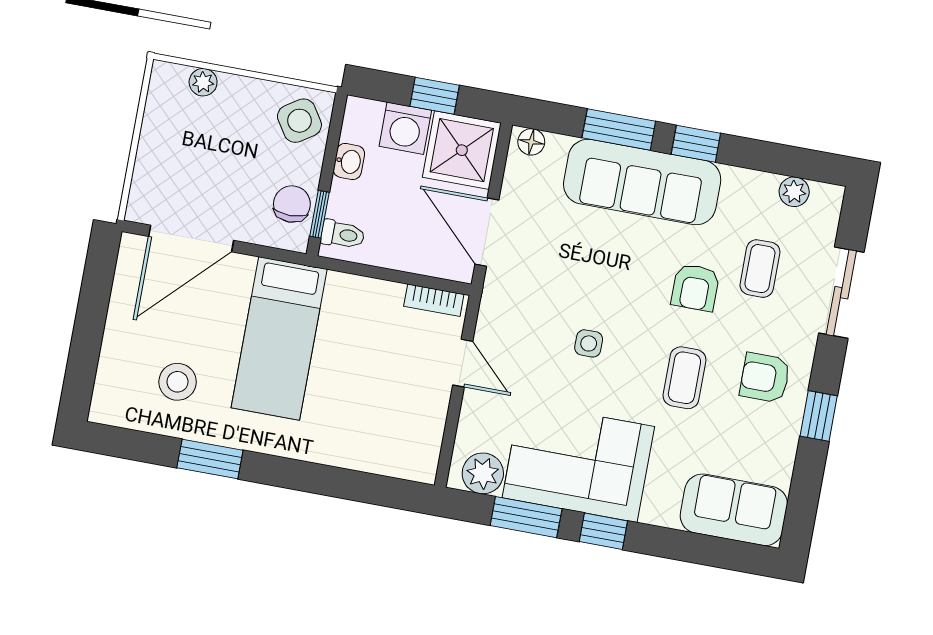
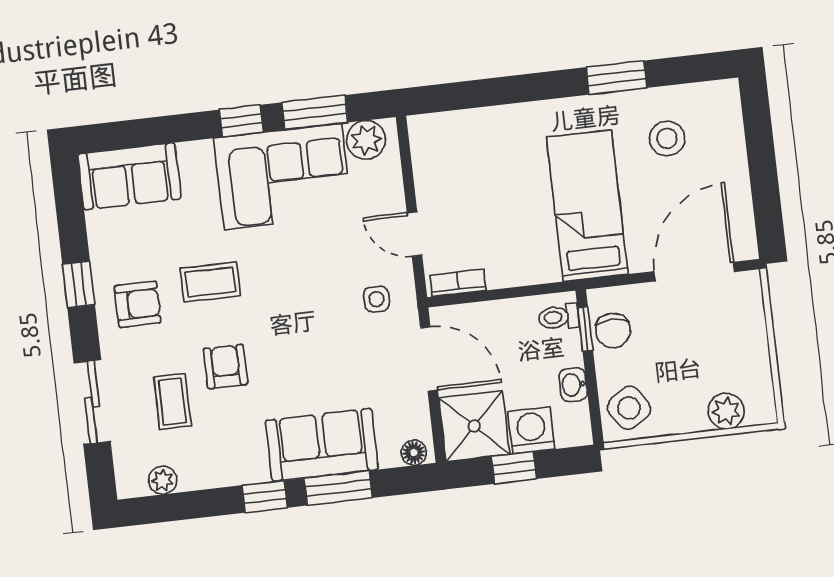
plant: (203, 82) -> (726, 411), width x1.38, depth x1.38
sofa: (642, 182) -> (322, 445), width x0.73
side table: (589, 343) -> (376, 299), moved
coffee table: (684, 378) -> (210, 282), turned 90

